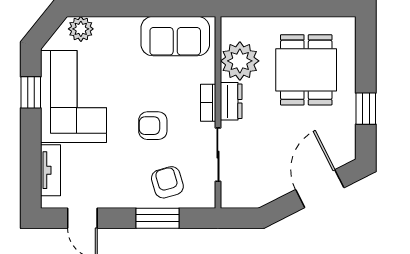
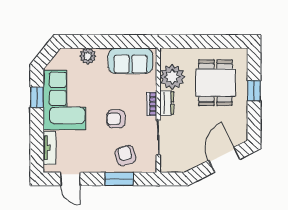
plant: (81, 29) -> (88, 56), moved
window: (366, 109) -> (254, 91), moved

